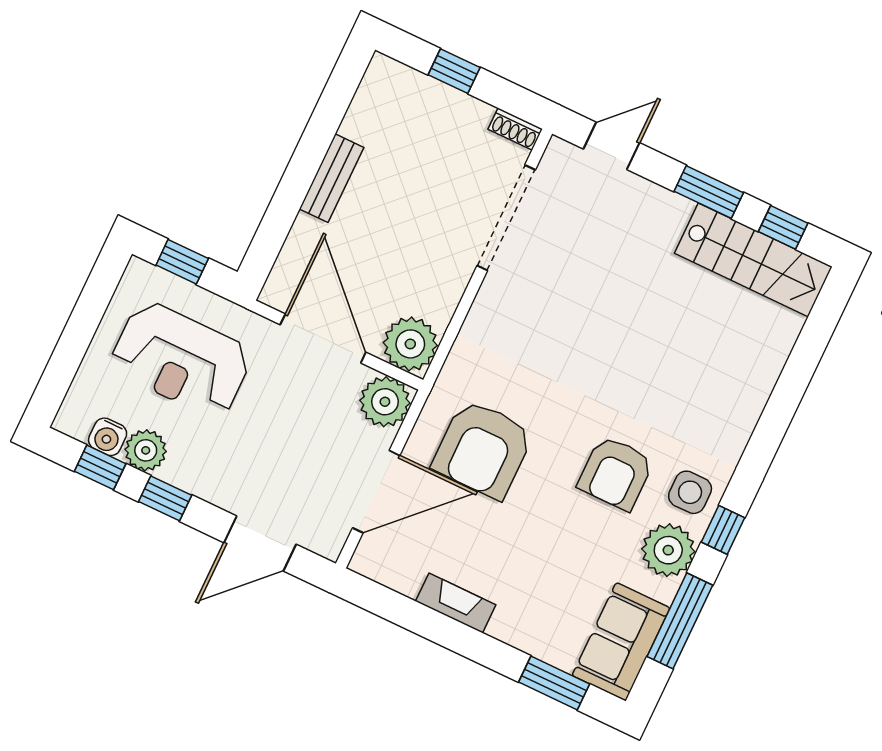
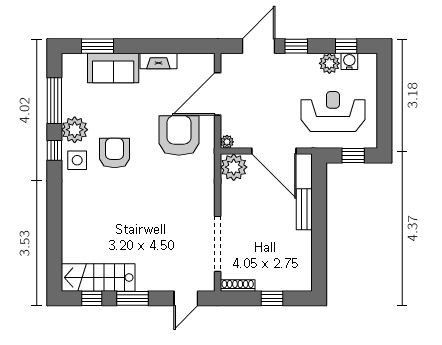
shoe rack: (515, 129) -> (238, 285), width x1.43
bench: (331, 178) -> (304, 209), moved
plant: (385, 402) -> (227, 142), width x0.53, depth x0.53
window: (165, 498) -> (296, 46), moved
sofa: (621, 642) -> (113, 68), moved, turned 90

